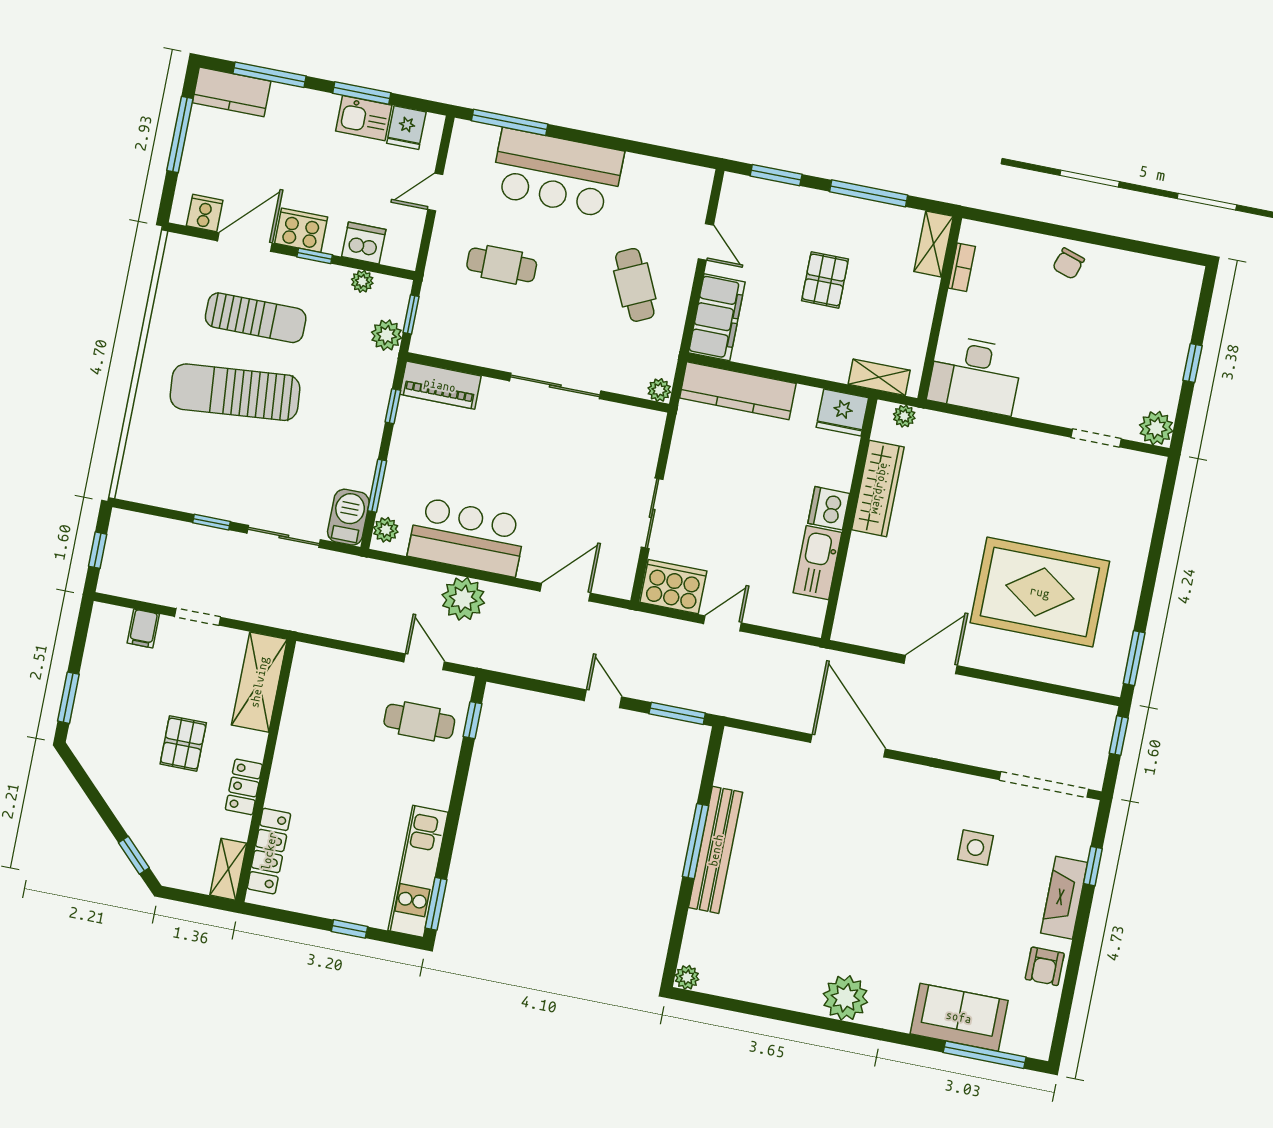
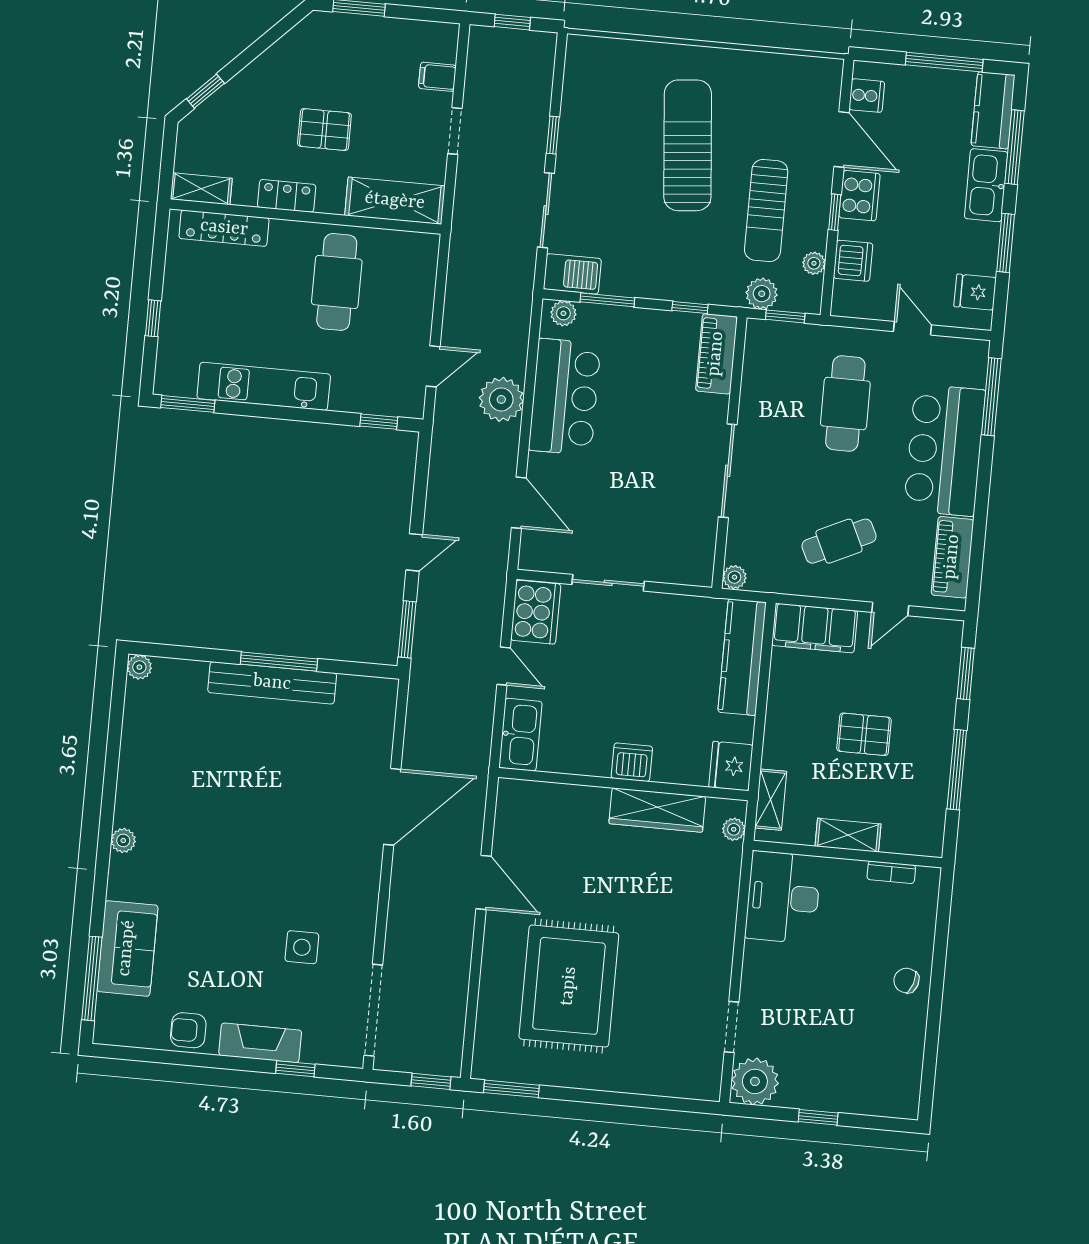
kitchen sink: (364, 118) -> (986, 185), moved, width x1.38
piano: (662, 176) -> (952, 557), added
shelving: (934, 244) -> (848, 835), moved
cafe table: (502, 265) -> (845, 403), width x1.37, depth x1.35
sun lounger: (256, 318) -> (766, 211), moved
plant: (1156, 428) -> (755, 1081), width x1.36, depth x1.36
kitchen sink: (817, 563) -> (520, 735), moved, turned 90
cafe table: (419, 721) -> (337, 282), moved, width x1.37, depth x1.35
kitchen unit: (418, 871) -> (264, 386), moved
plant: (845, 998) -> (123, 840), width x0.53, depth x0.53

